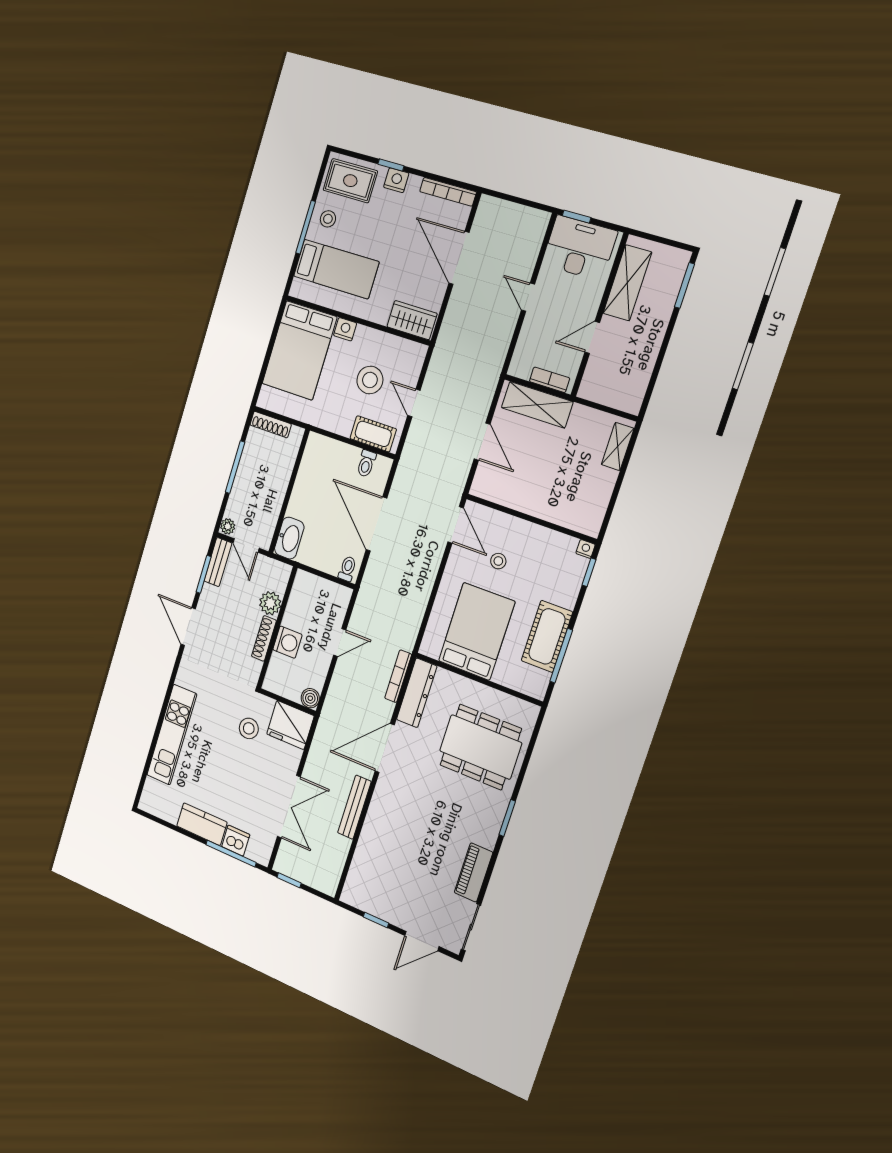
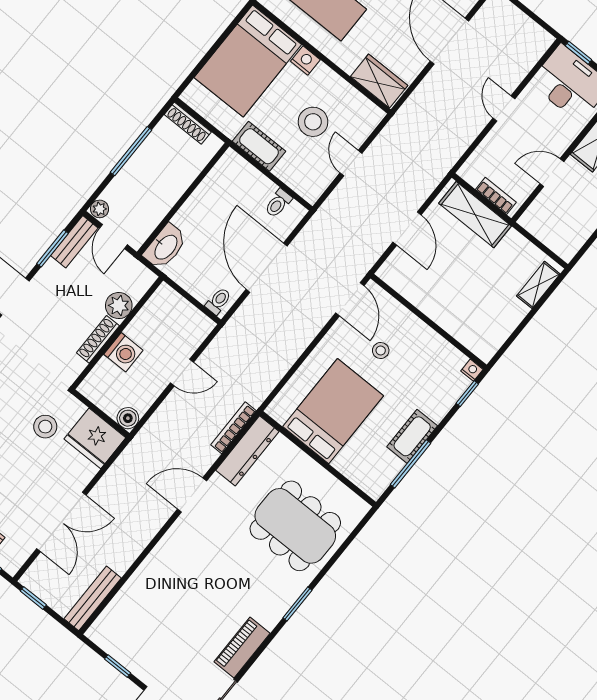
cot: (373, 434) -> (259, 146), moved
cot: (547, 636) -> (412, 436), width x0.73, depth x0.75
door: (385, 748) -> (192, 495), width x0.73
bench: (354, 807) -> (93, 598), moved

